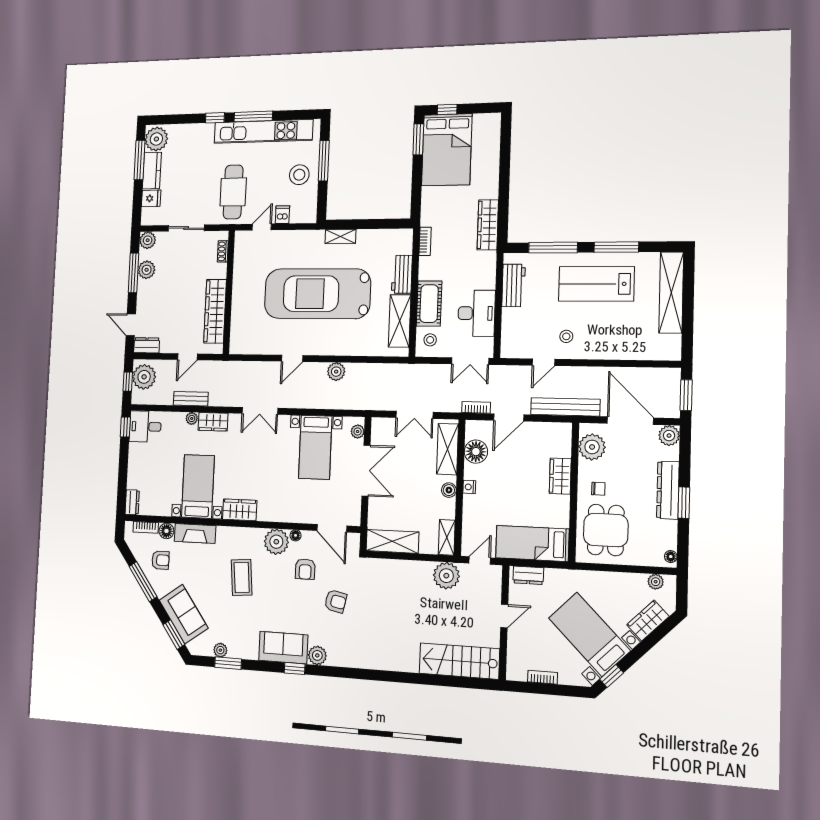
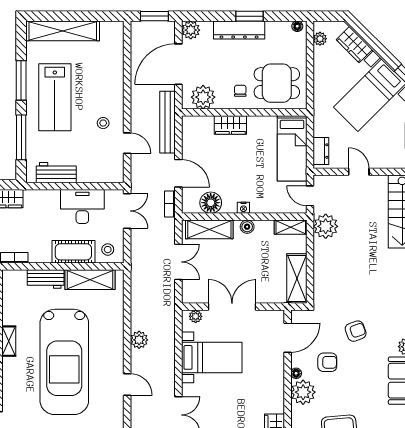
armchair: (336, 601) -> (356, 331), turned 58

